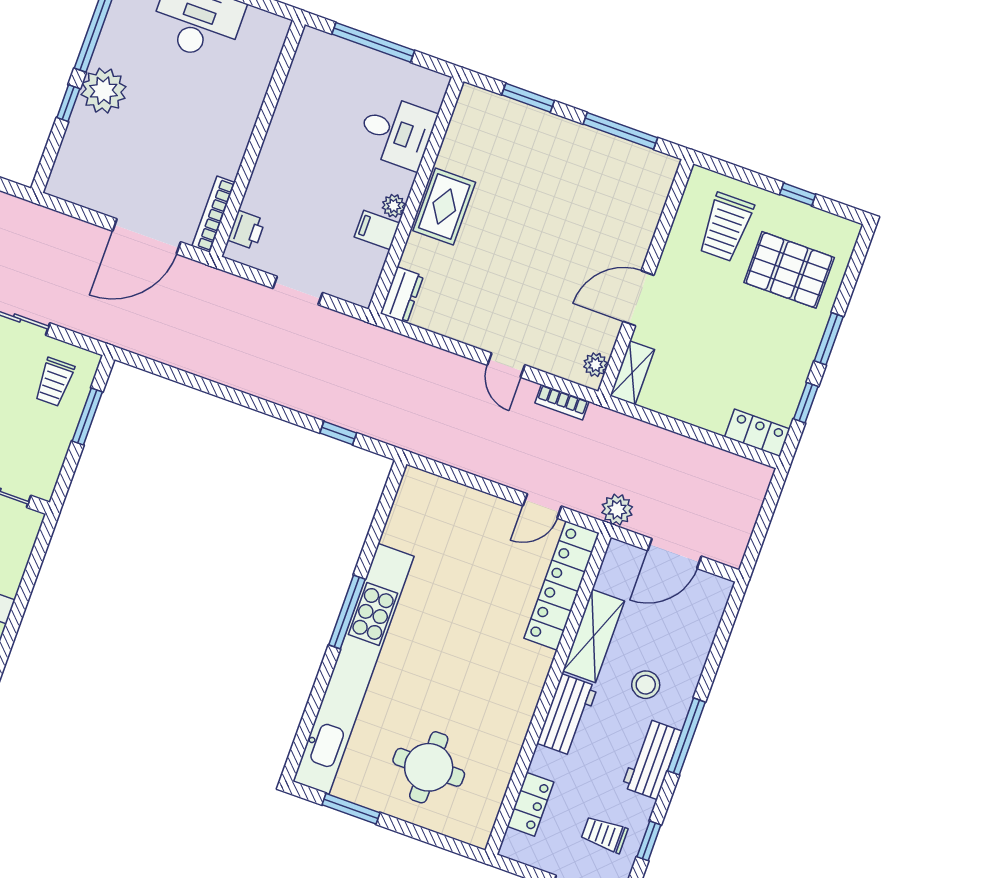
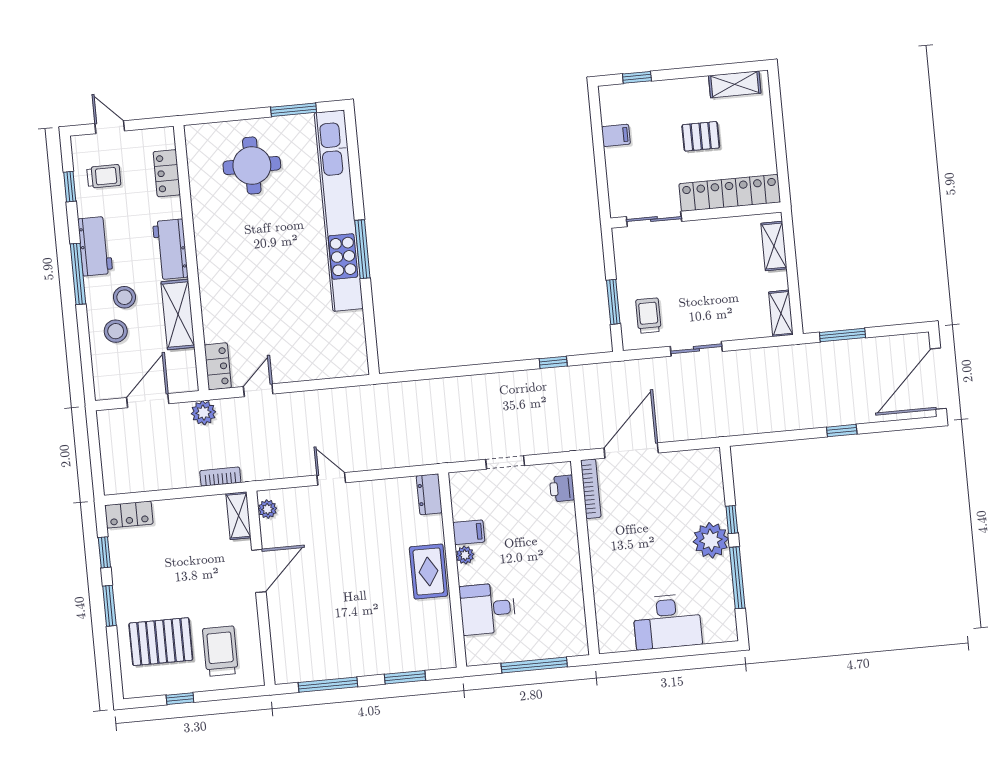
bookcase: (562, 402) -> (220, 477), moved
window: (338, 433) -> (553, 362), moved
locker: (562, 586) -> (218, 366), width x0.46, depth x0.83
stool: (674, 650) -> (116, 331), added

